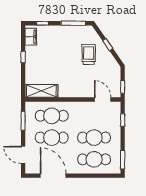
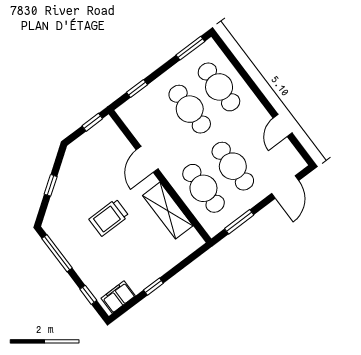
trolley: (89, 54) -> (109, 218), moved
shelving: (41, 91) -> (168, 211), moved
door: (103, 99) -> (147, 159), moved
door: (53, 176) -> (283, 125), width x0.53

